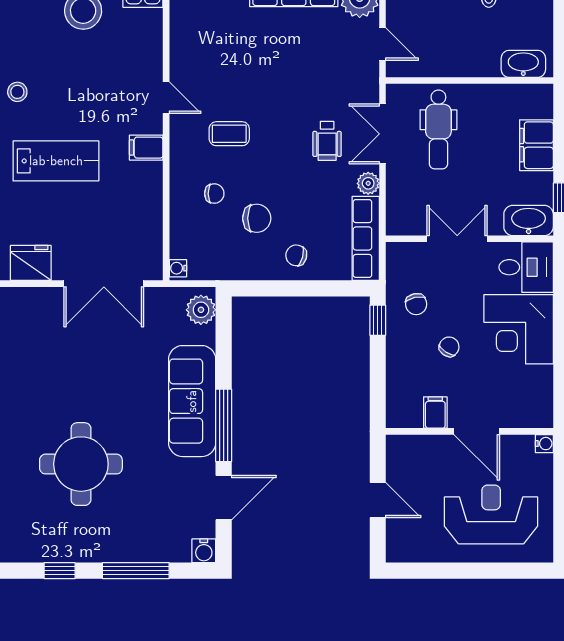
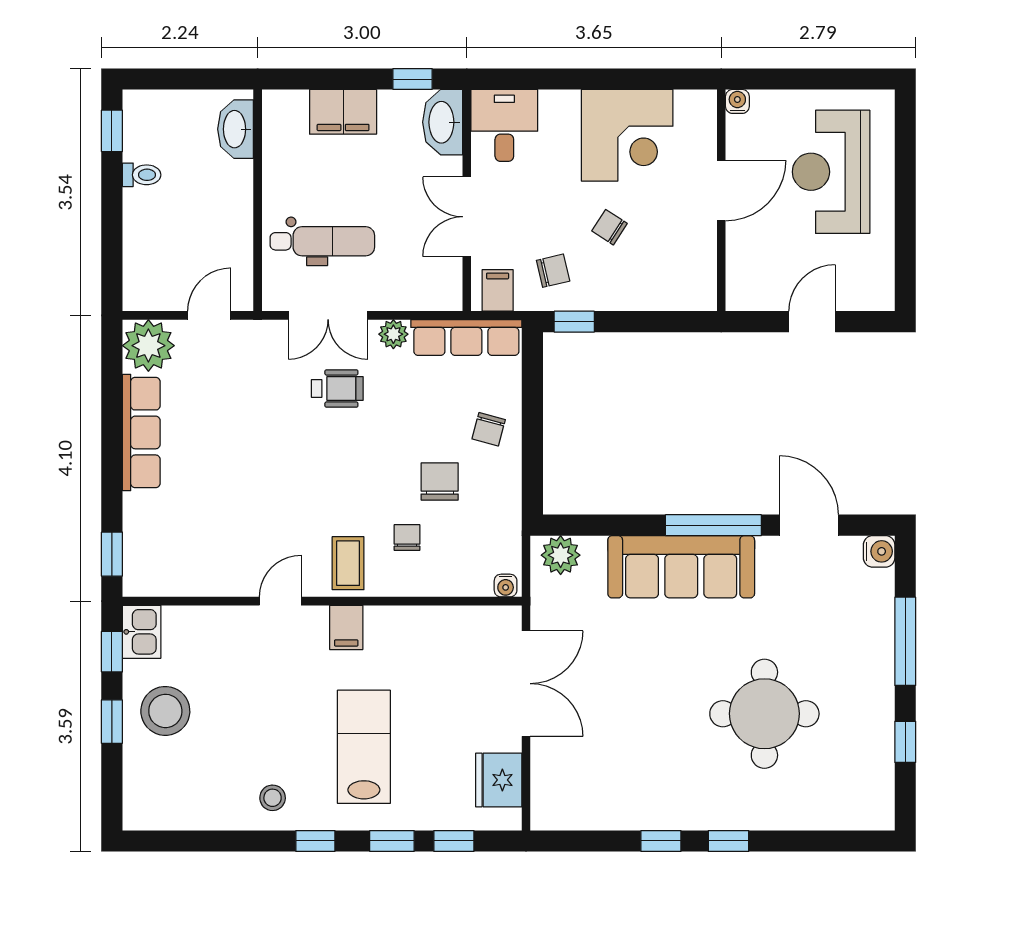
coffee table: (229, 134) -> (348, 563), moved
corner desk: (519, 329) -> (627, 135), moved
filing cabinet: (435, 413) -> (498, 290), moved, turned 90

